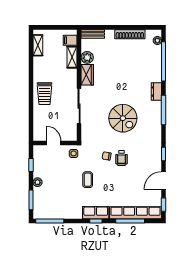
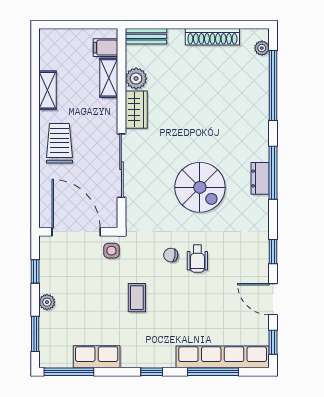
shelving: (38, 45) -> (48, 90), moved
dresser: (156, 92) -> (260, 178), moved
trolley: (44, 94) -> (59, 143), turned 180
door: (54, 143) -> (76, 232), width x1.87
door: (164, 181) -> (273, 299), hinge flipped
row of seats: (96, 213) -> (97, 357), moved

